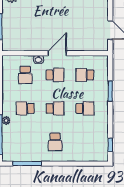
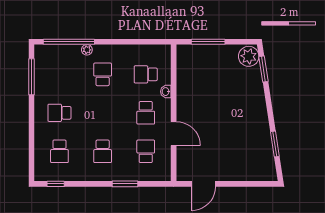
door: (57, 53) -> (174, 134), moved
school desk: (55, 108) -> (59, 151), moved

